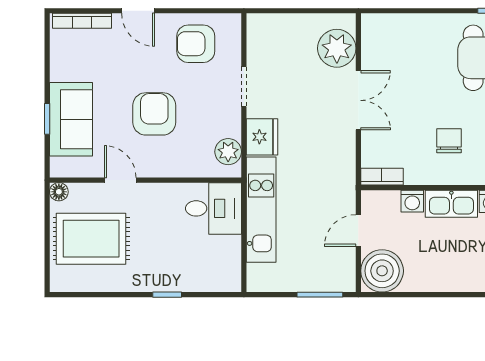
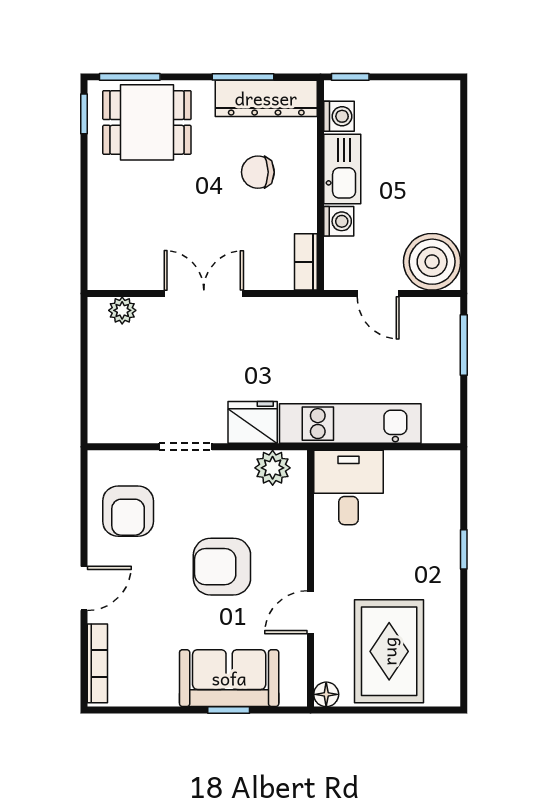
plant: (337, 48) -> (122, 310), width x0.53, depth x0.53

